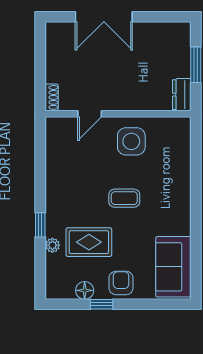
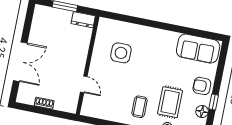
shoe rack: (52, 97) -> (44, 103), moved
side table: (131, 141) -> (121, 53), moved
coffee table: (124, 198) -> (140, 107), moved

